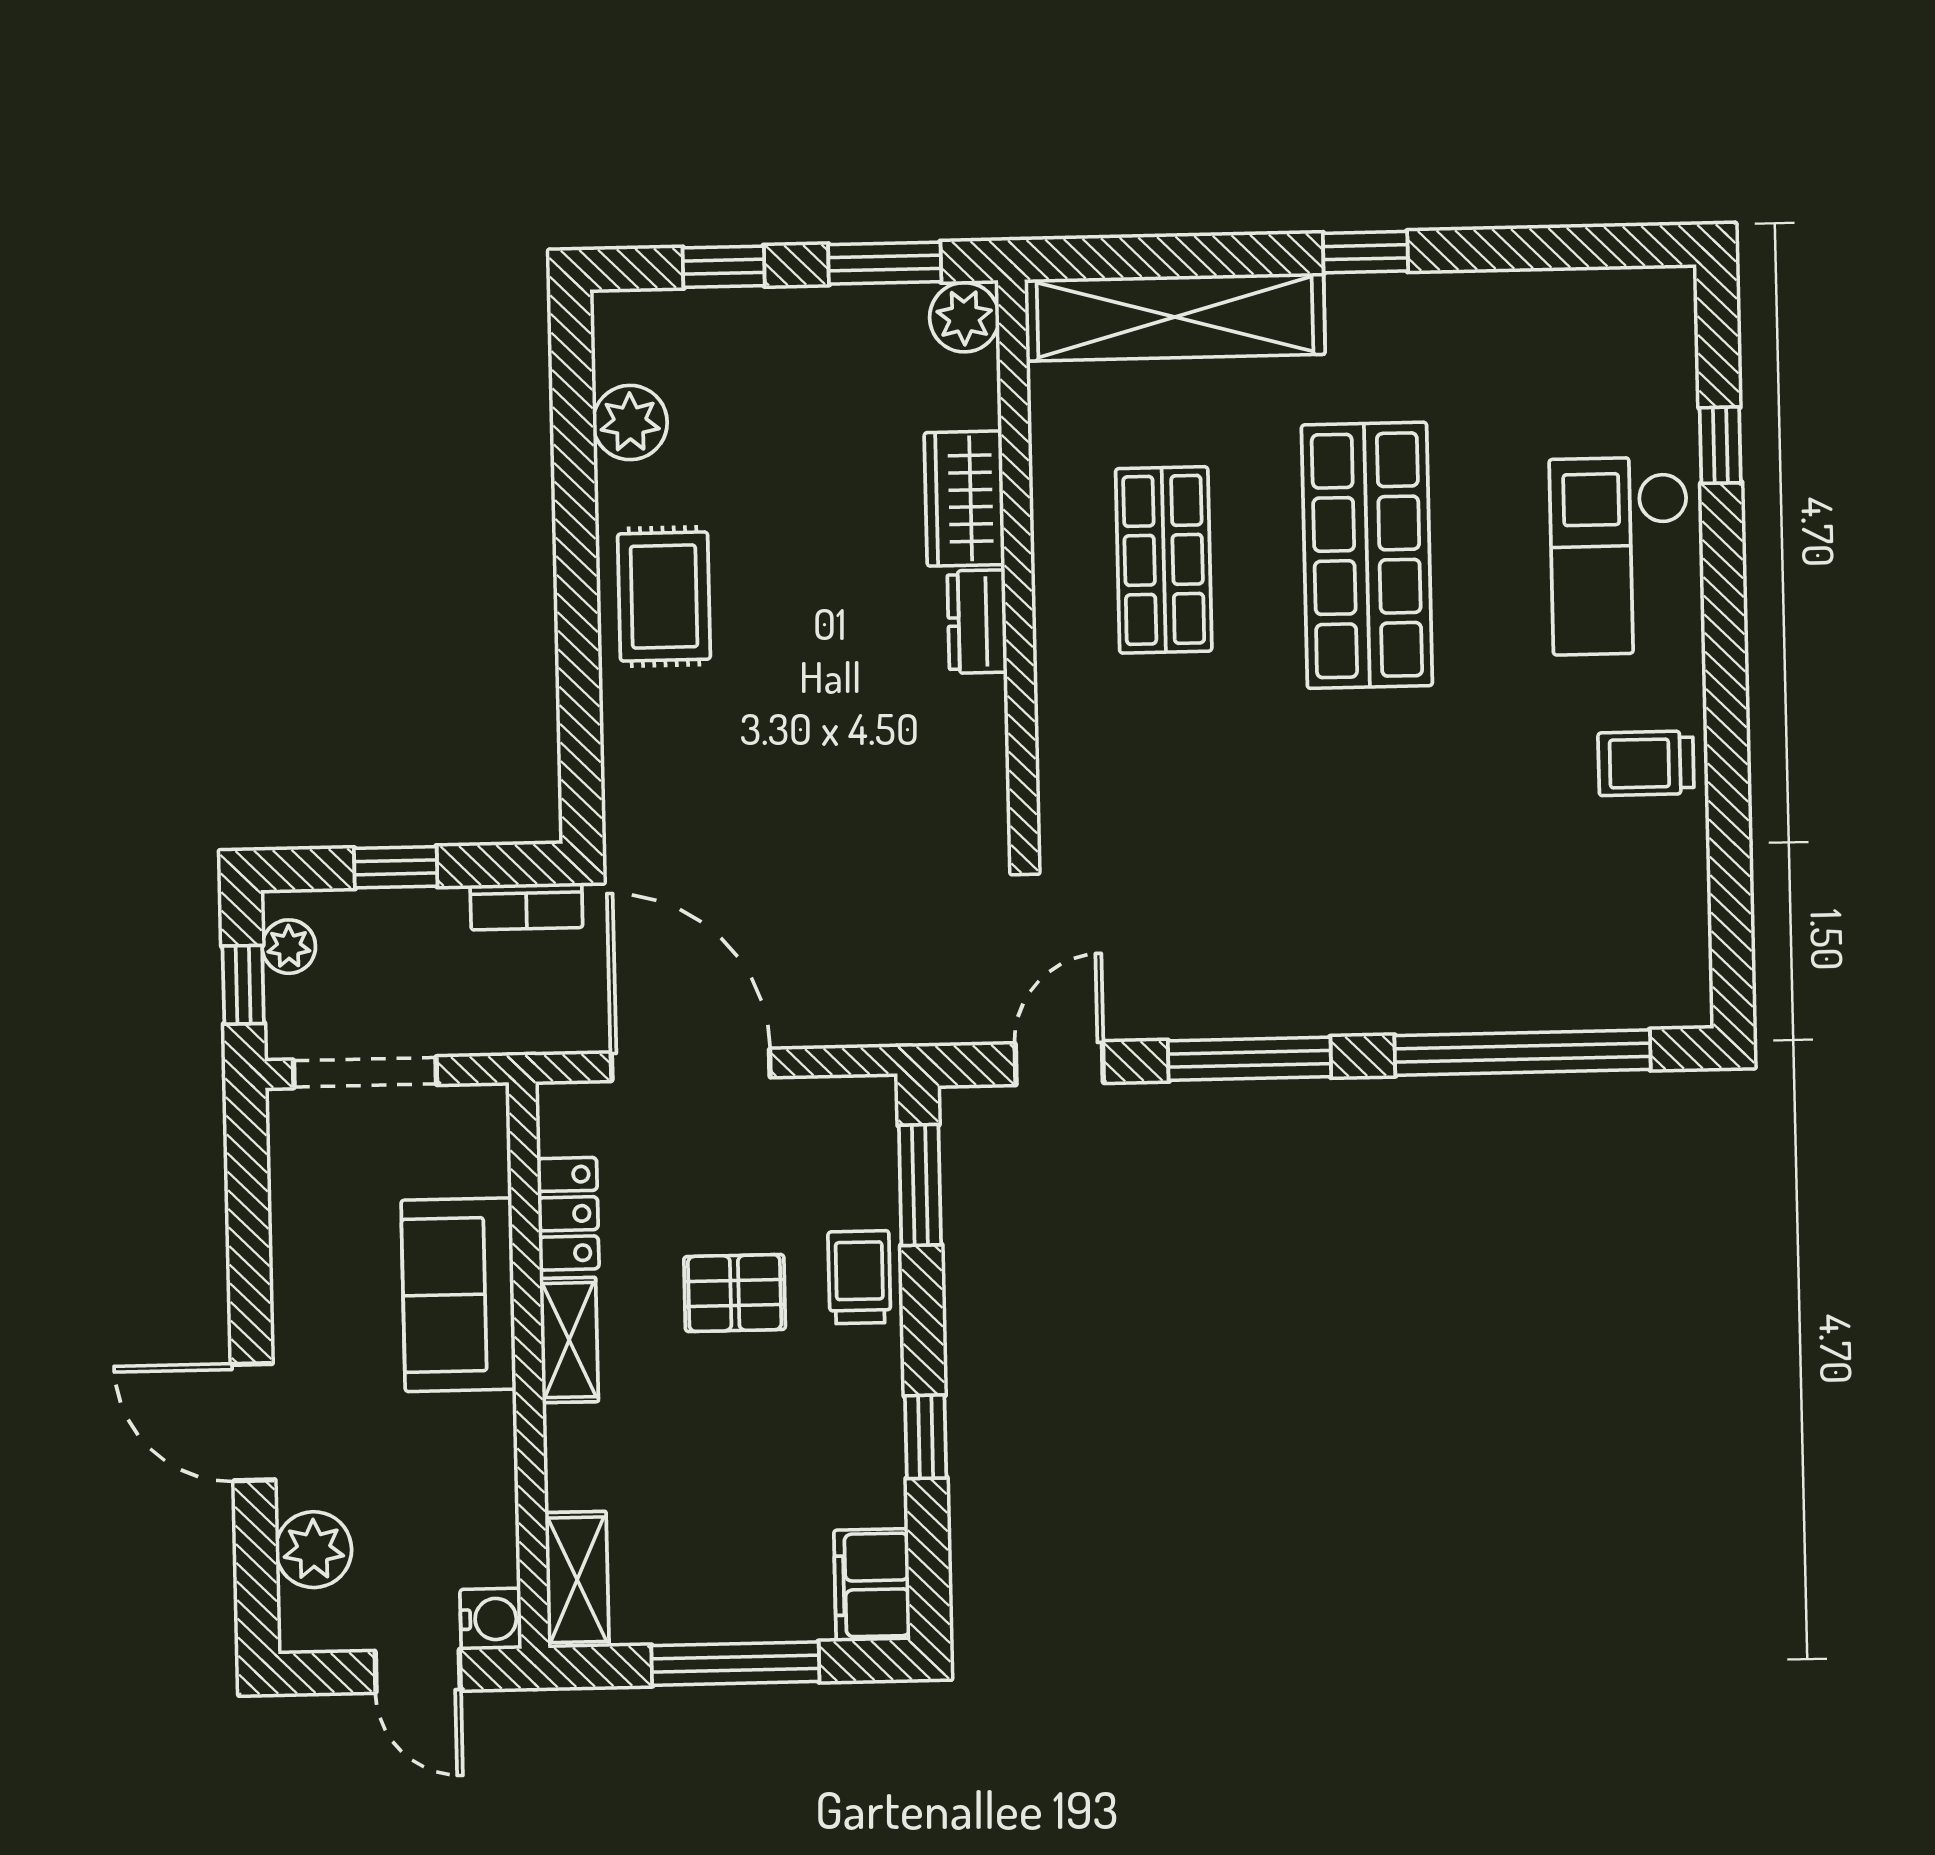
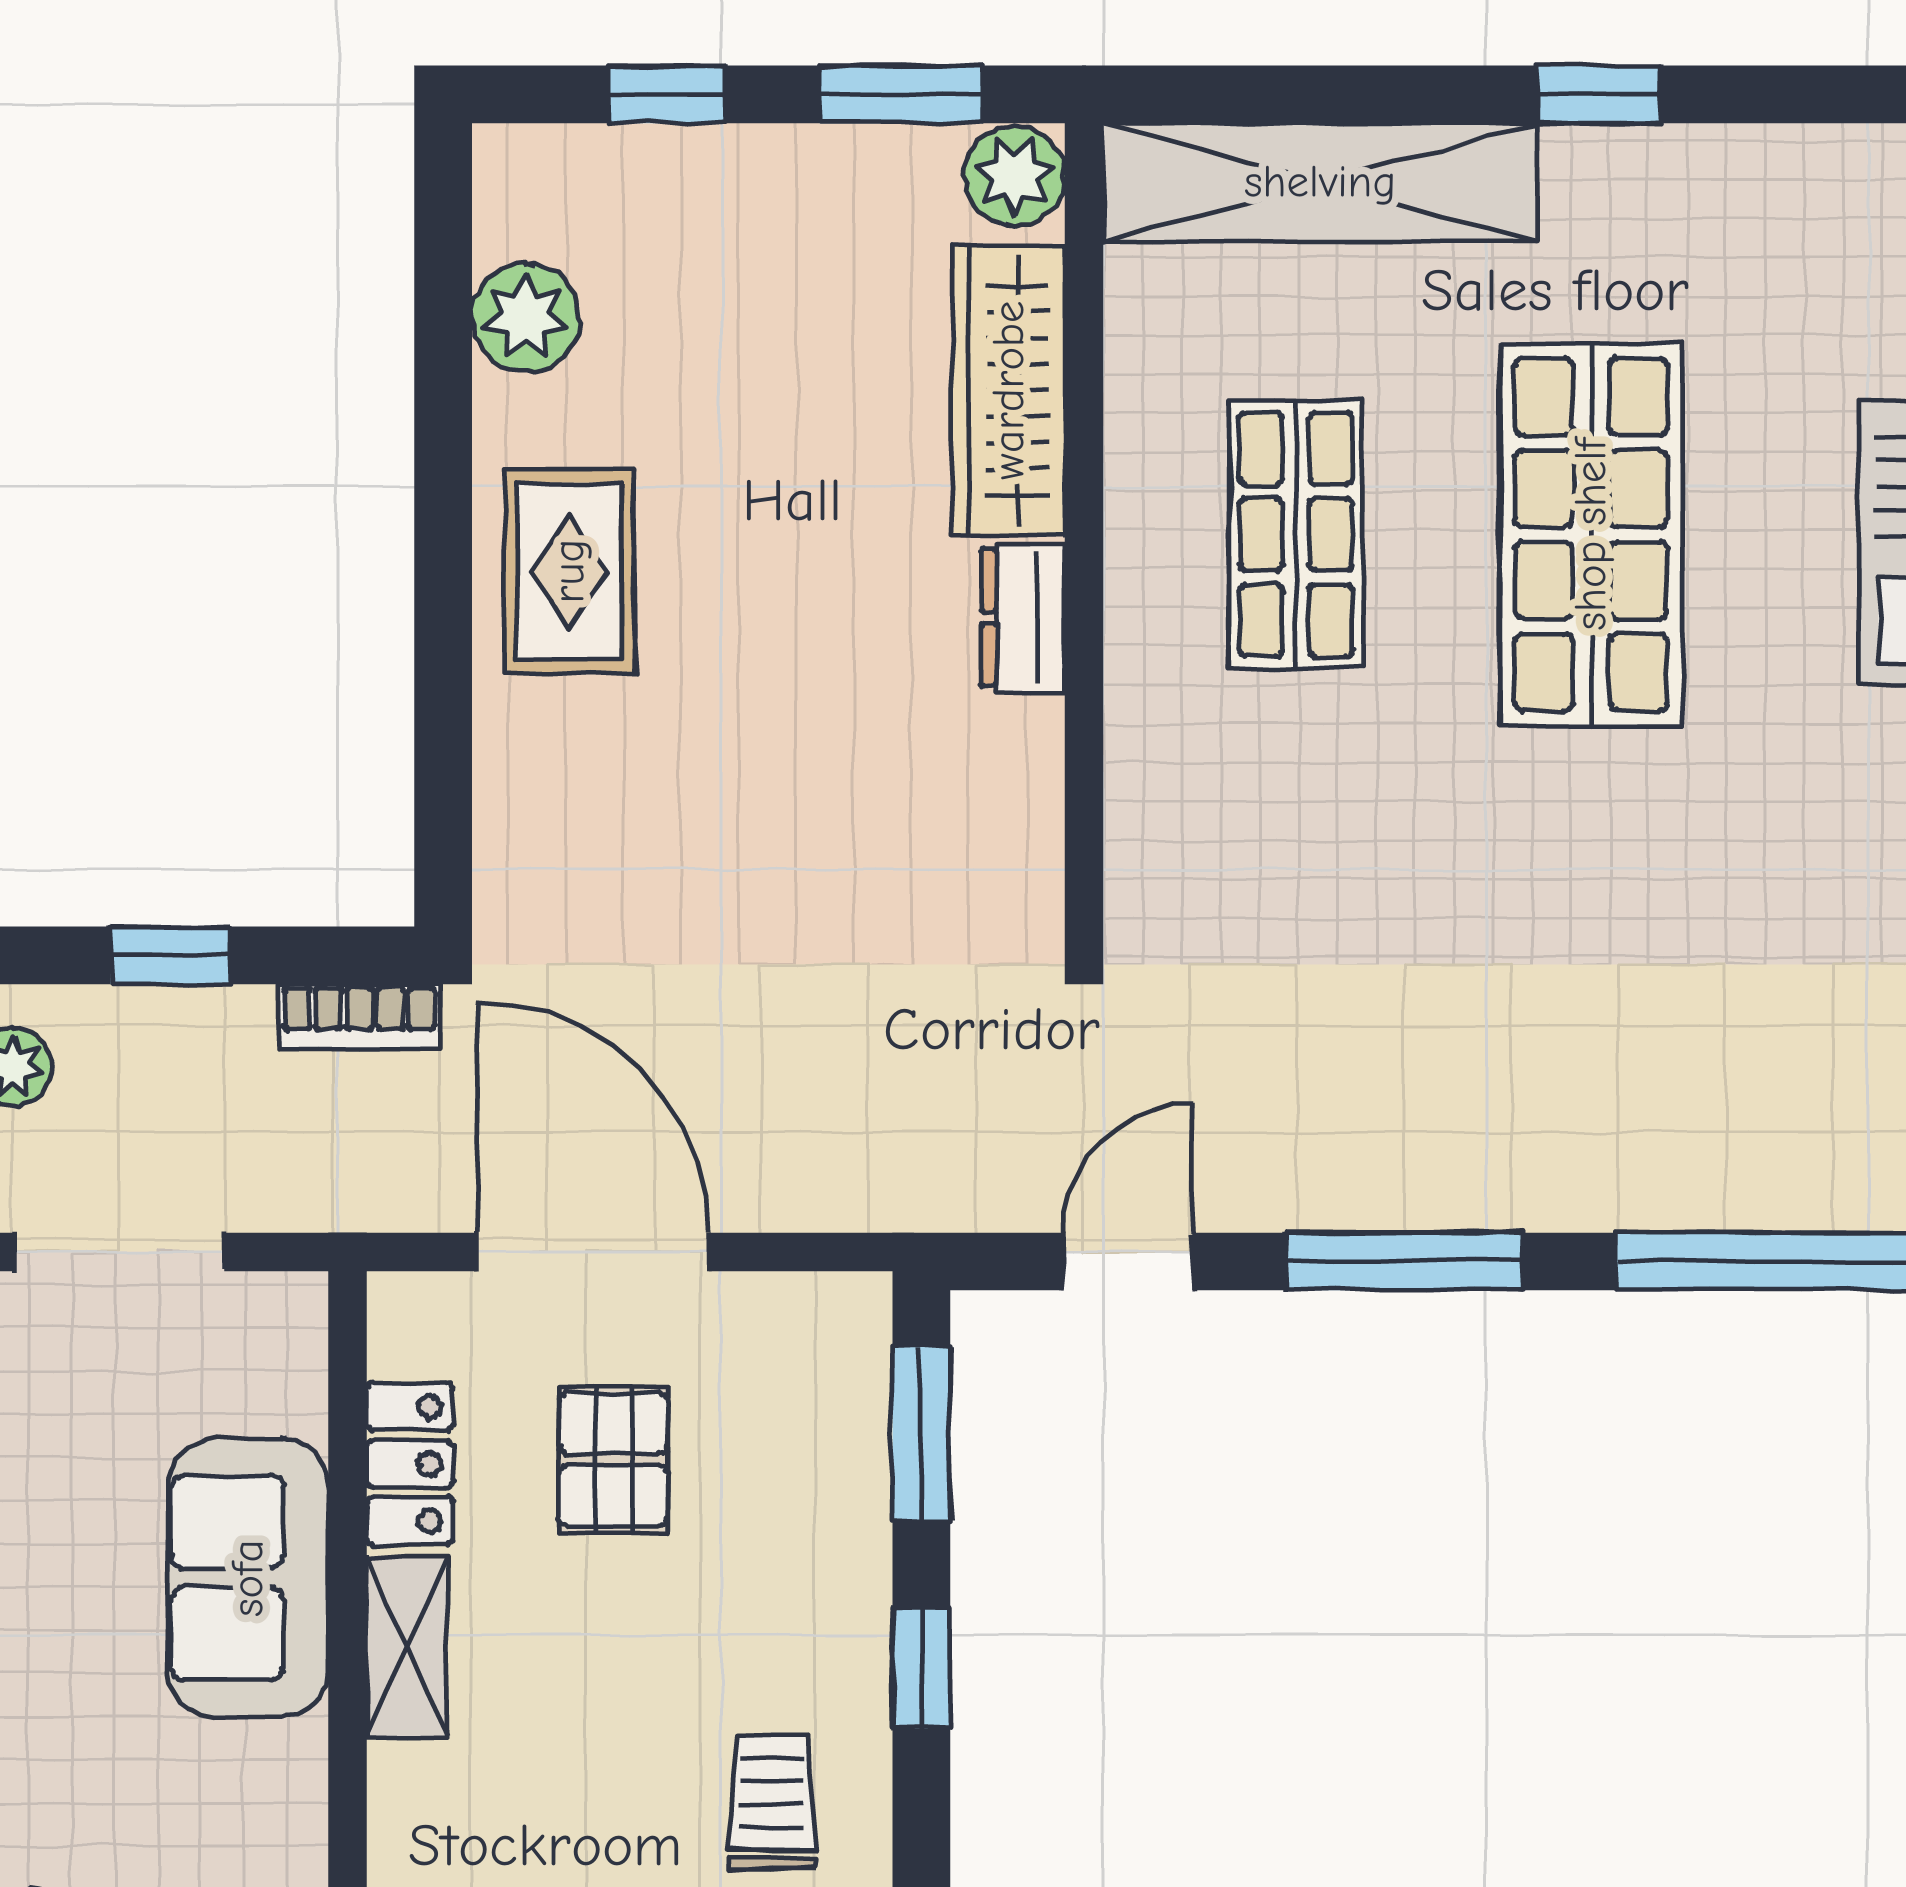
wardrobe: (964, 499) -> (1009, 390), width x1.50
trolley: (859, 1277) -> (772, 1802), moved
pallet: (735, 1293) -> (613, 1459), moved, turned 90
window: (926, 1437) -> (921, 1668), moved

